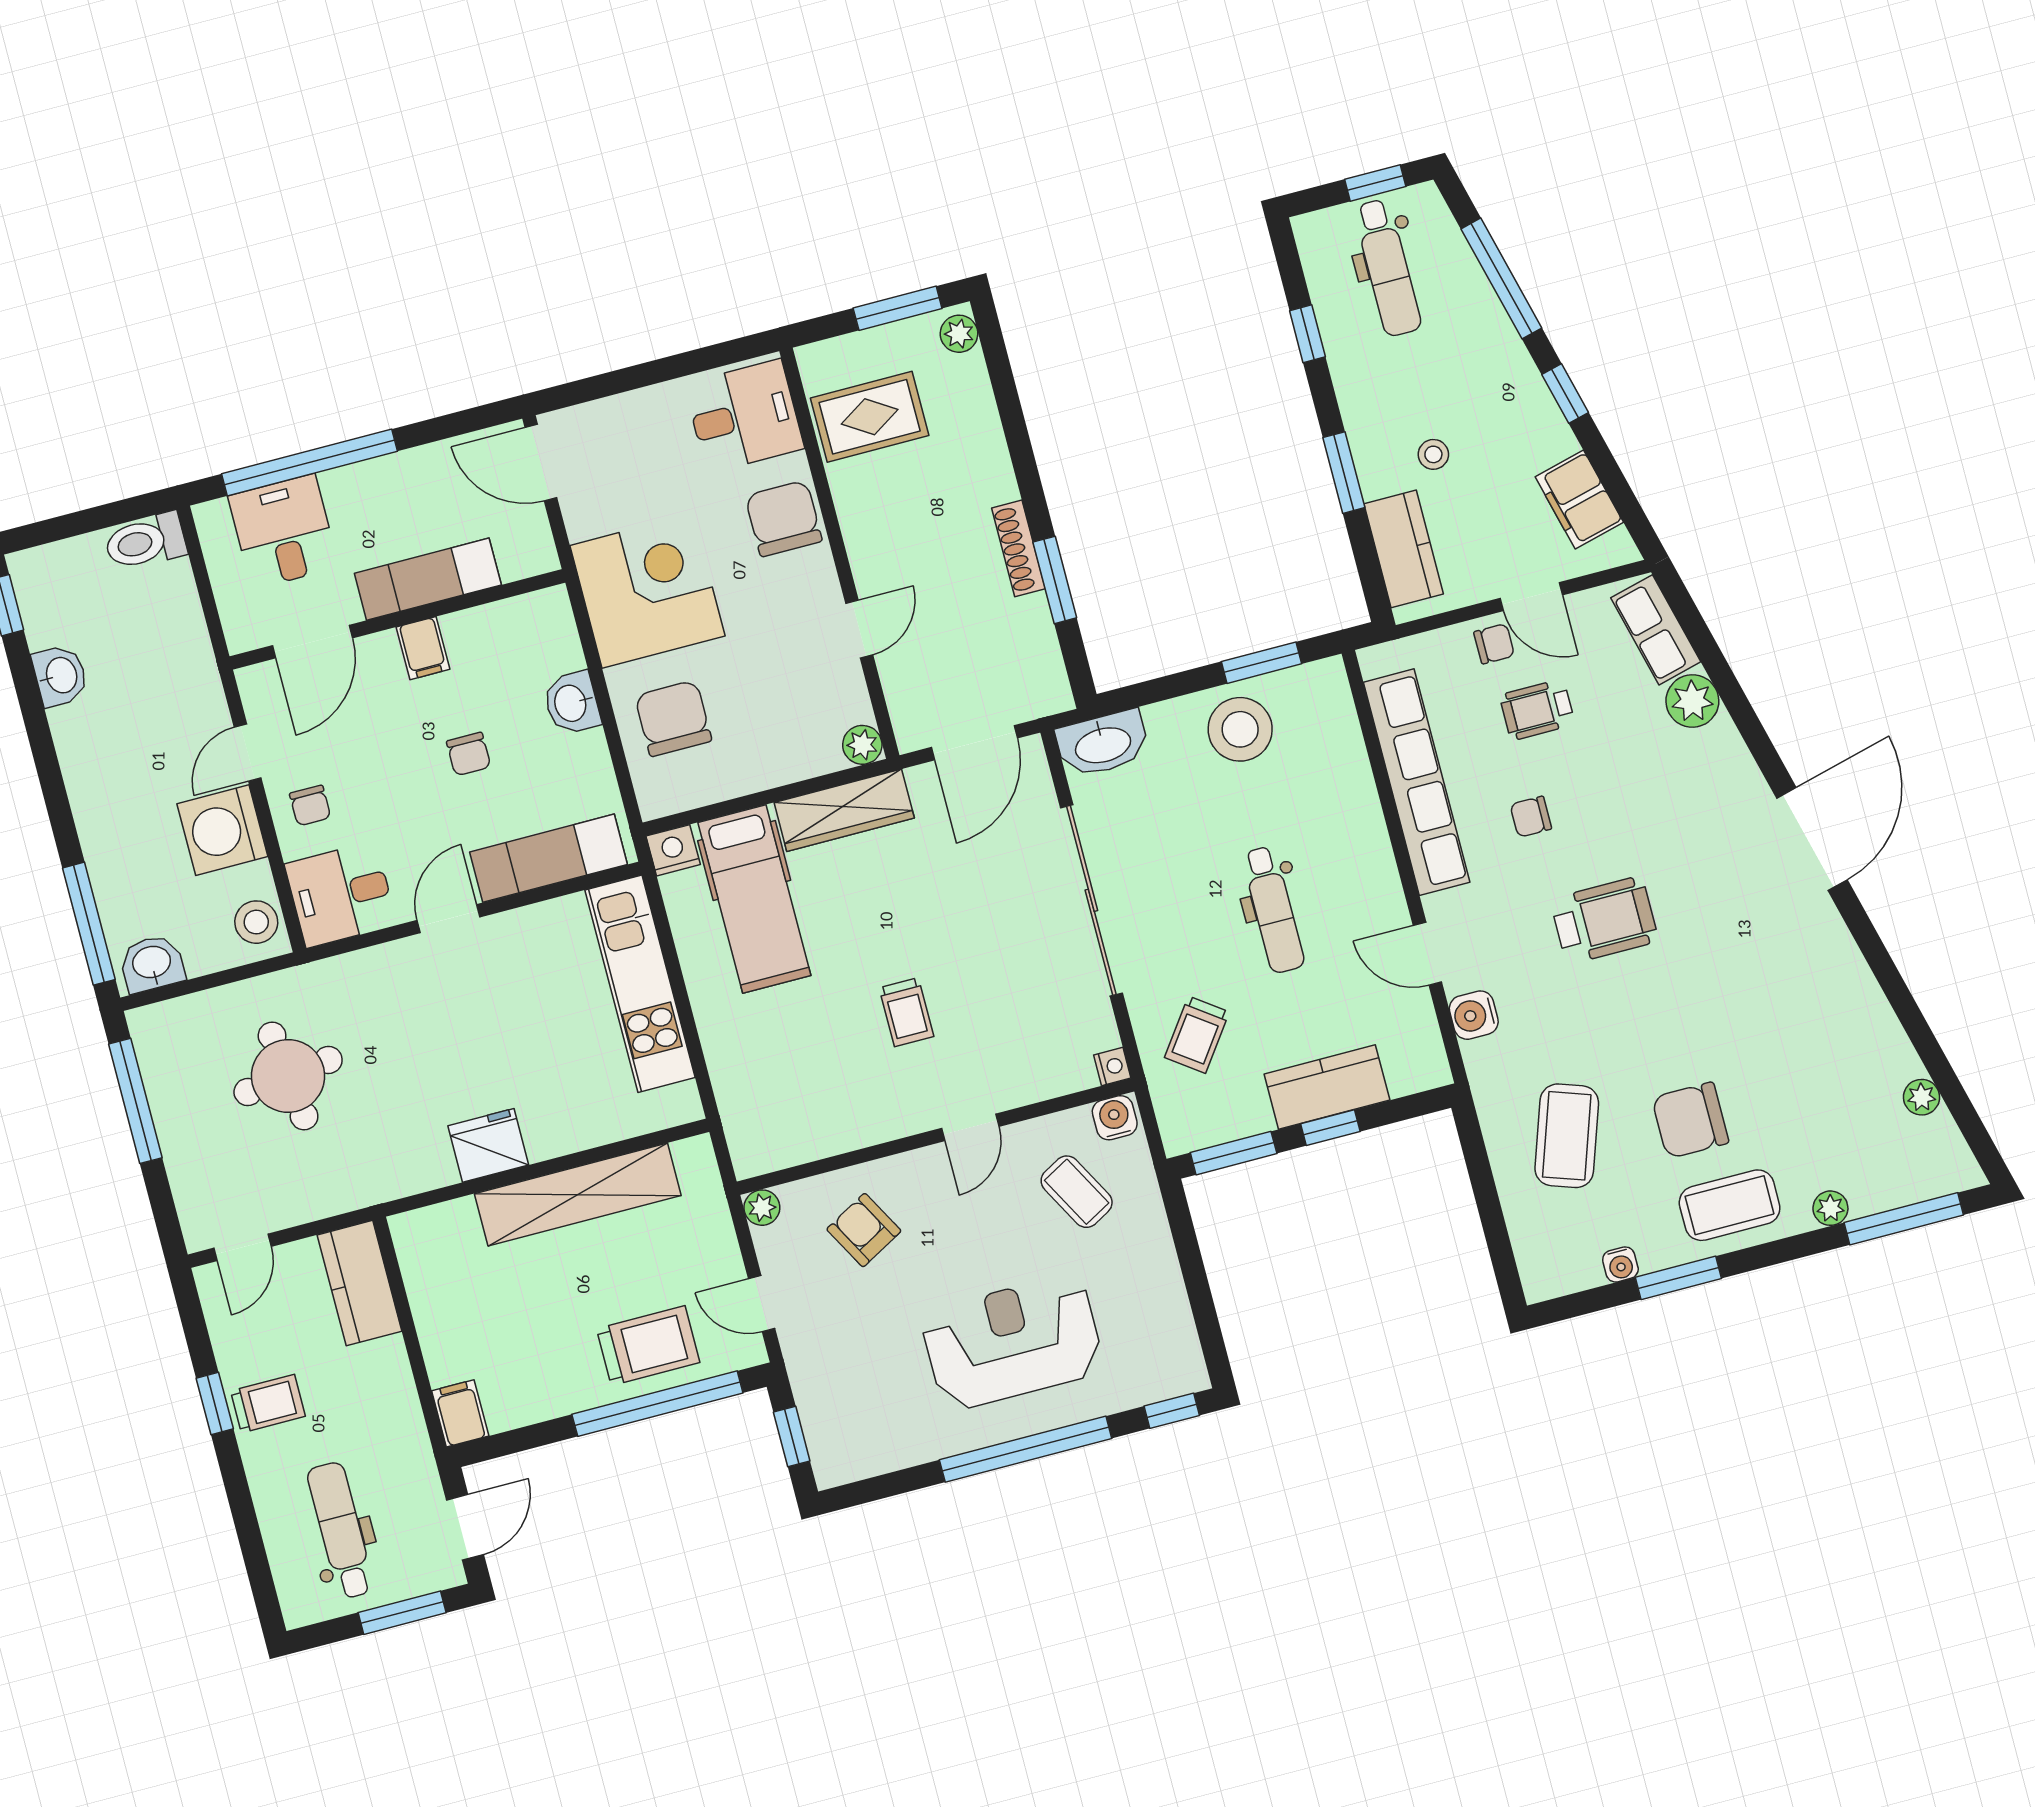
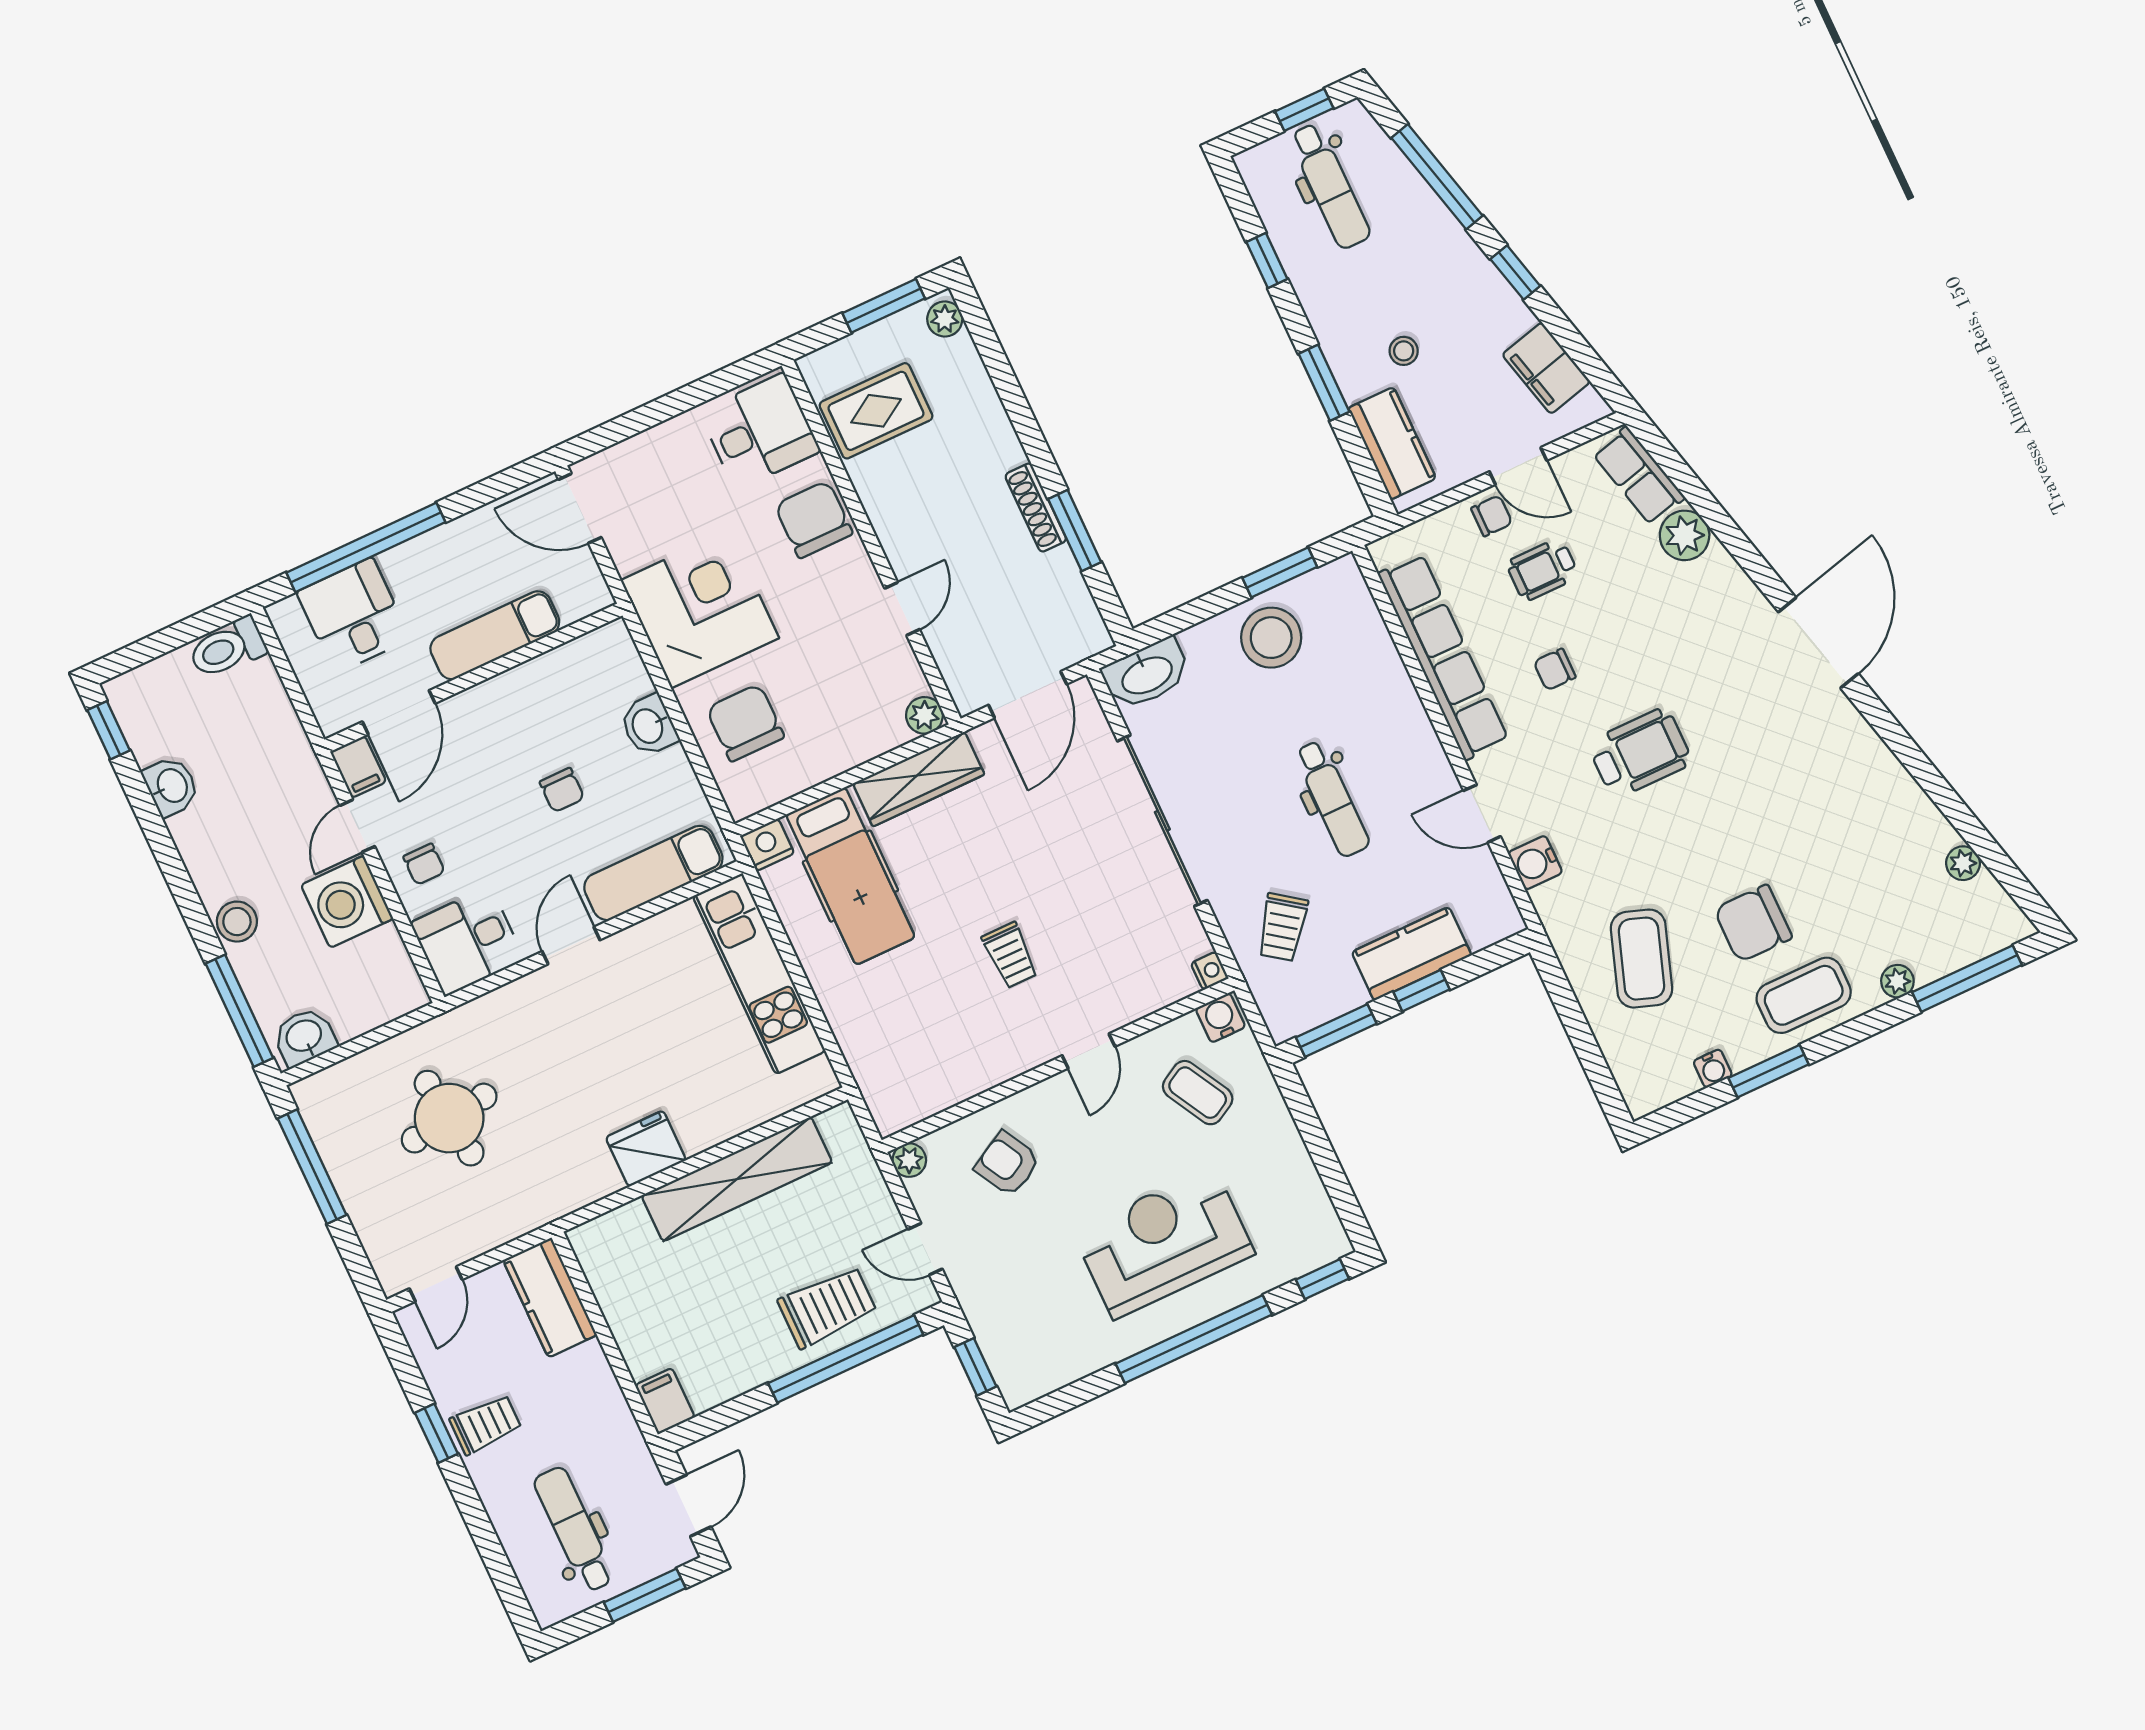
filing cabinet: (423, 648) -> (358, 767), moved
stool: (256, 922) -> (237, 922), moved

